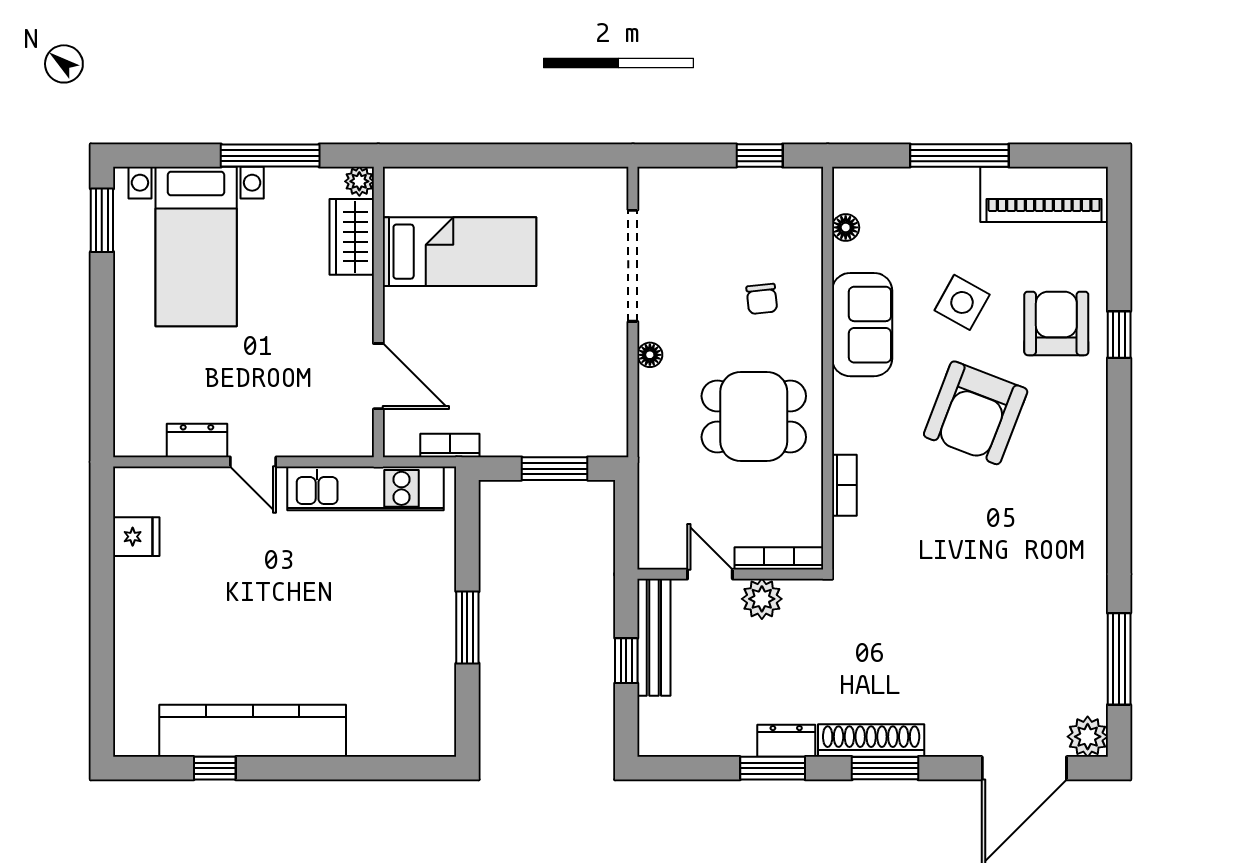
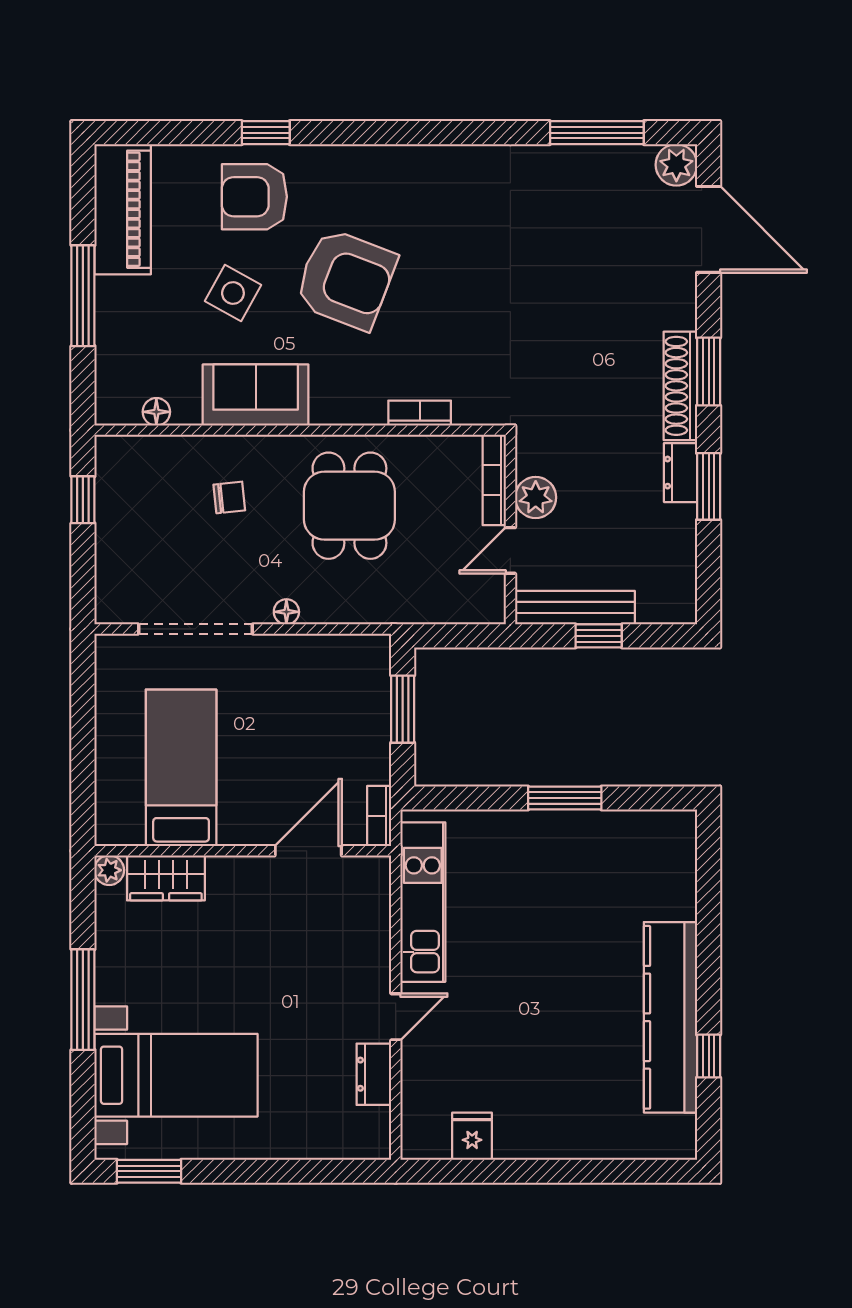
plant: (359, 181) -> (109, 870), moved
wardrobe: (352, 237) -> (166, 878), moved
bed: (460, 252) -> (181, 768), moved
wall: (378, 312) -> (243, 851), moved
door: (378, 376) -> (308, 851), moved

